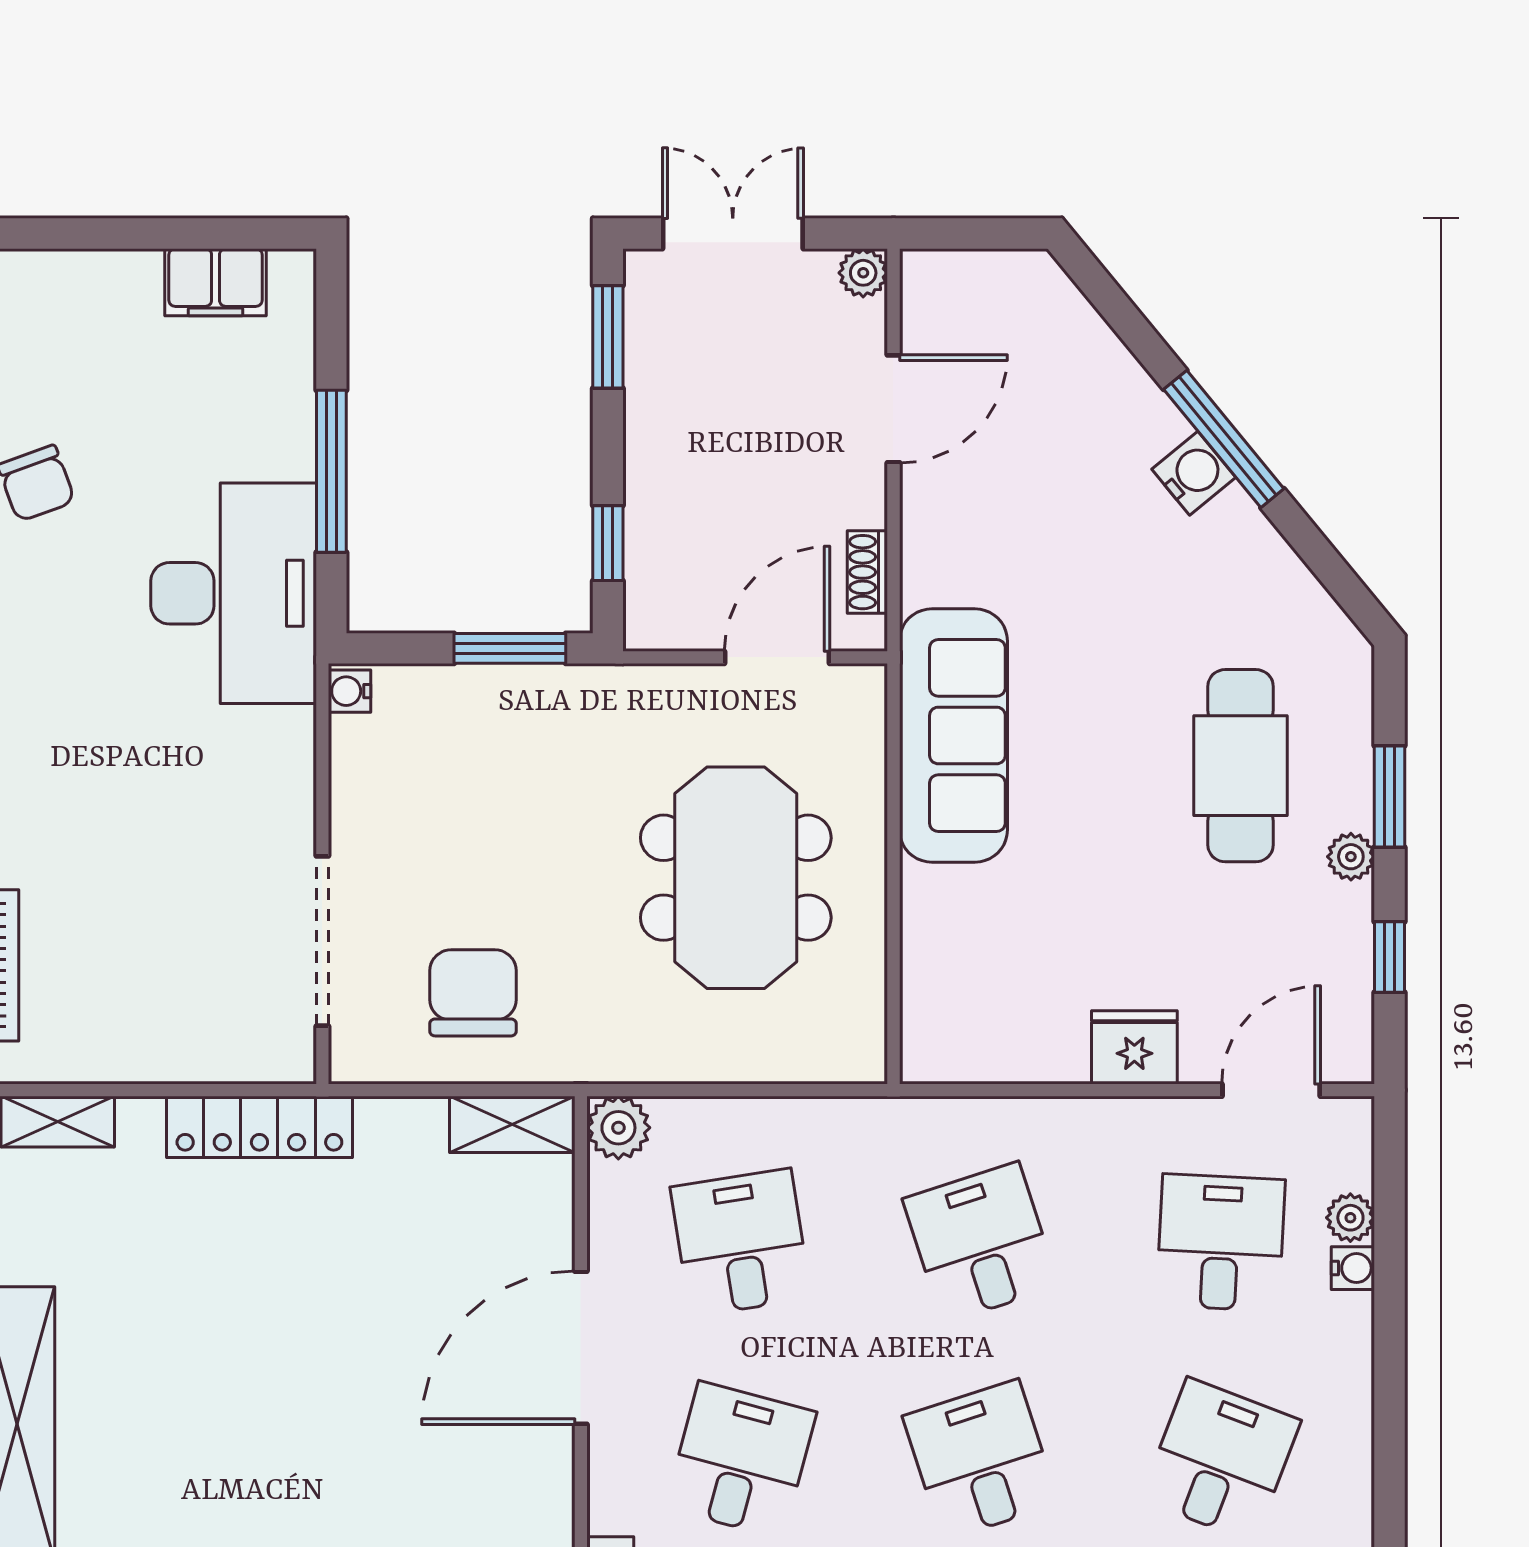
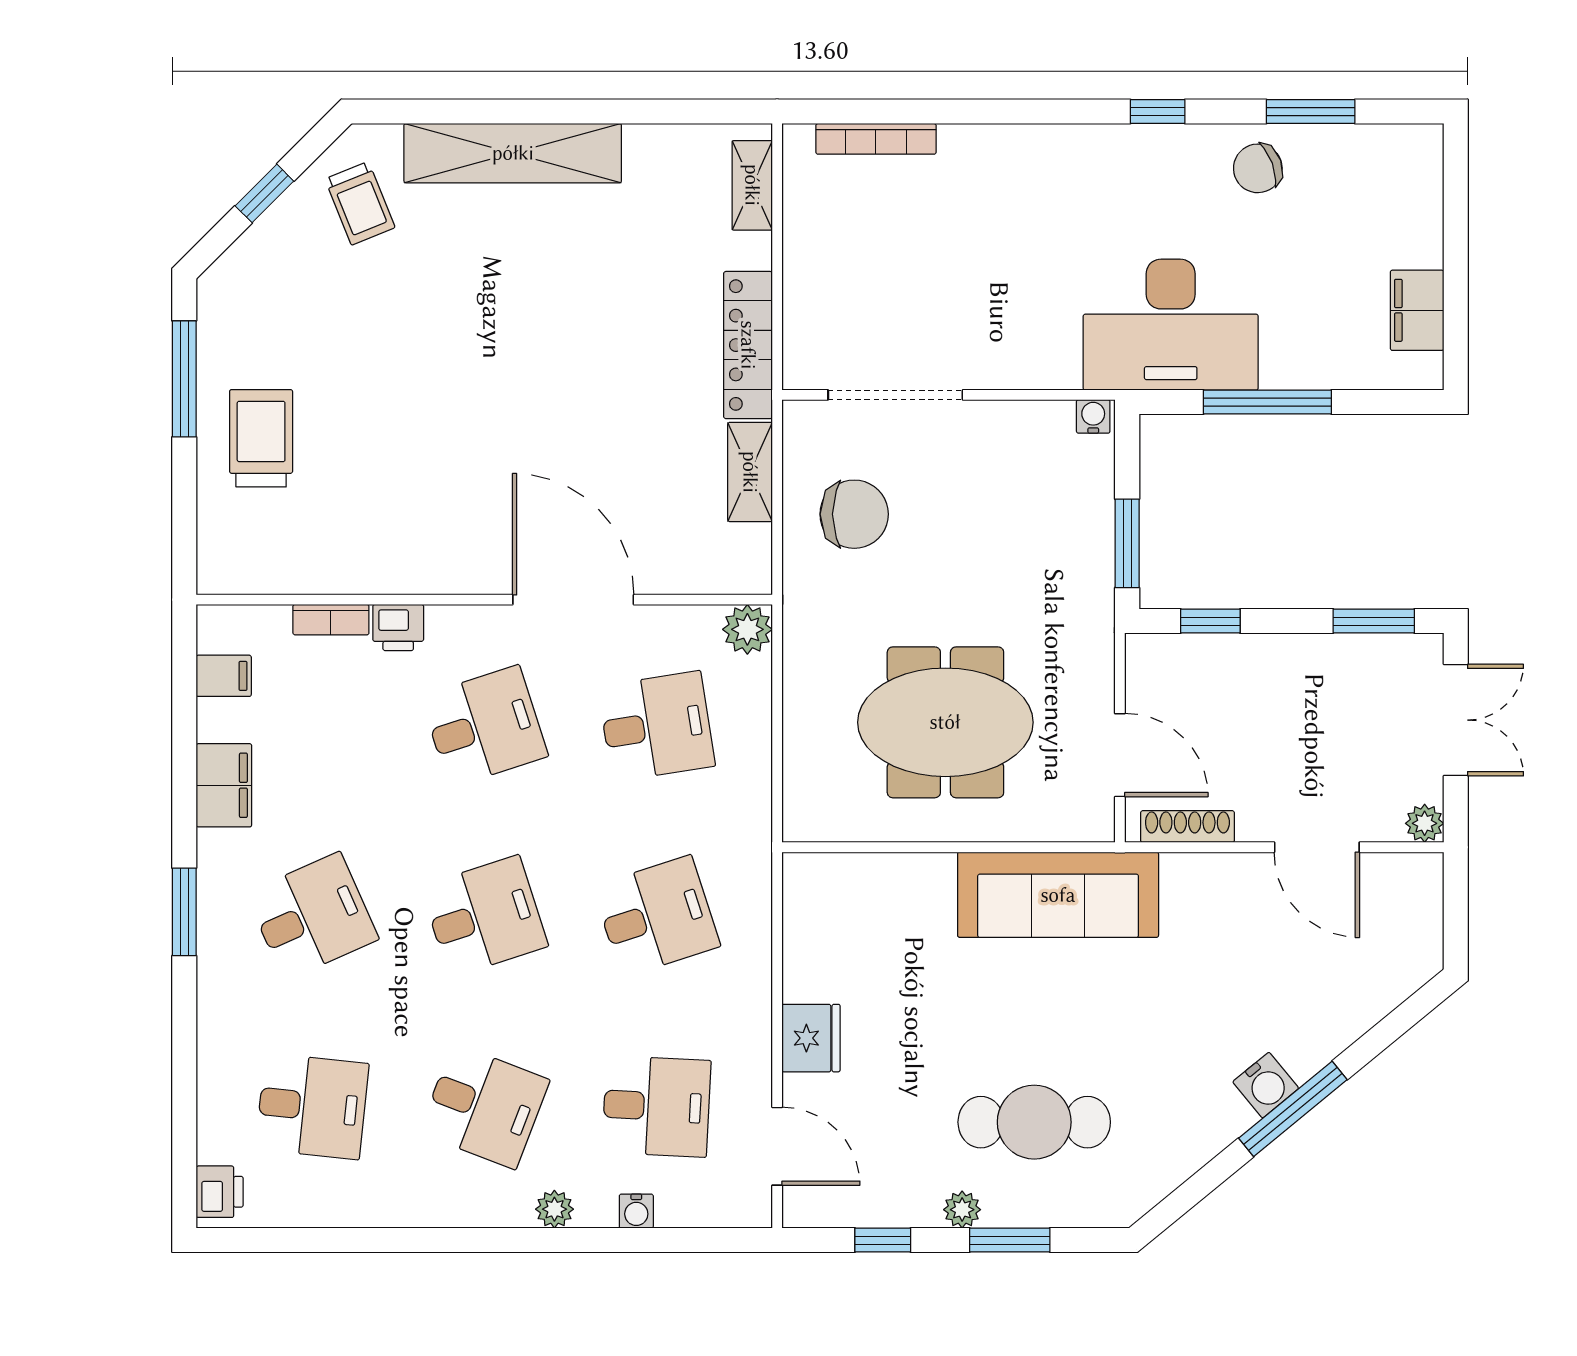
shoe rack: (867, 572) -> (1187, 827), width x1.43
shelving: (512, 1124) -> (750, 472), moved
plant: (1350, 1218) -> (554, 1209), moved
desk: (741, 1460) -> (484, 726), turned -33

